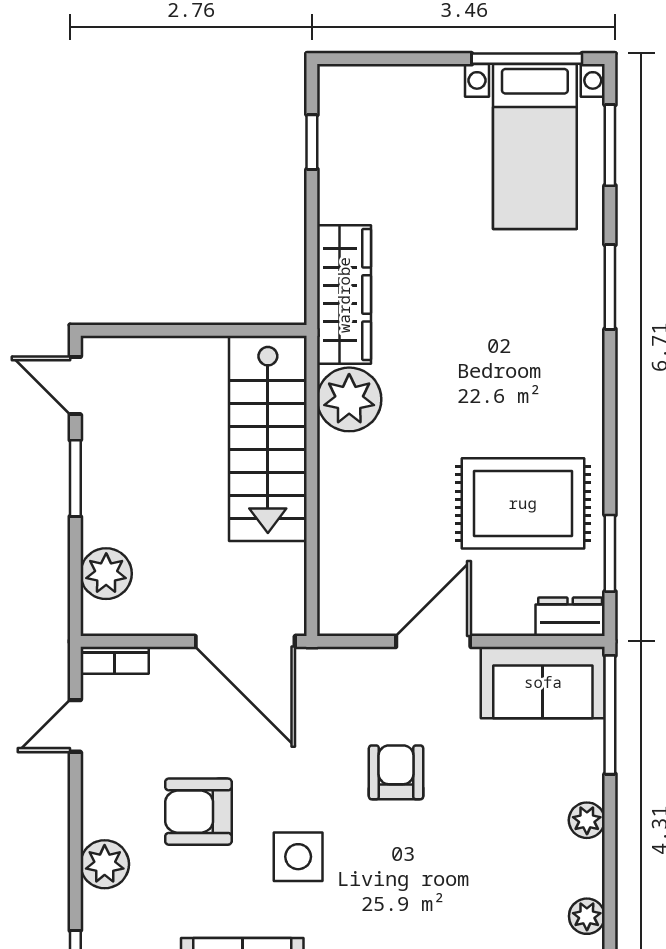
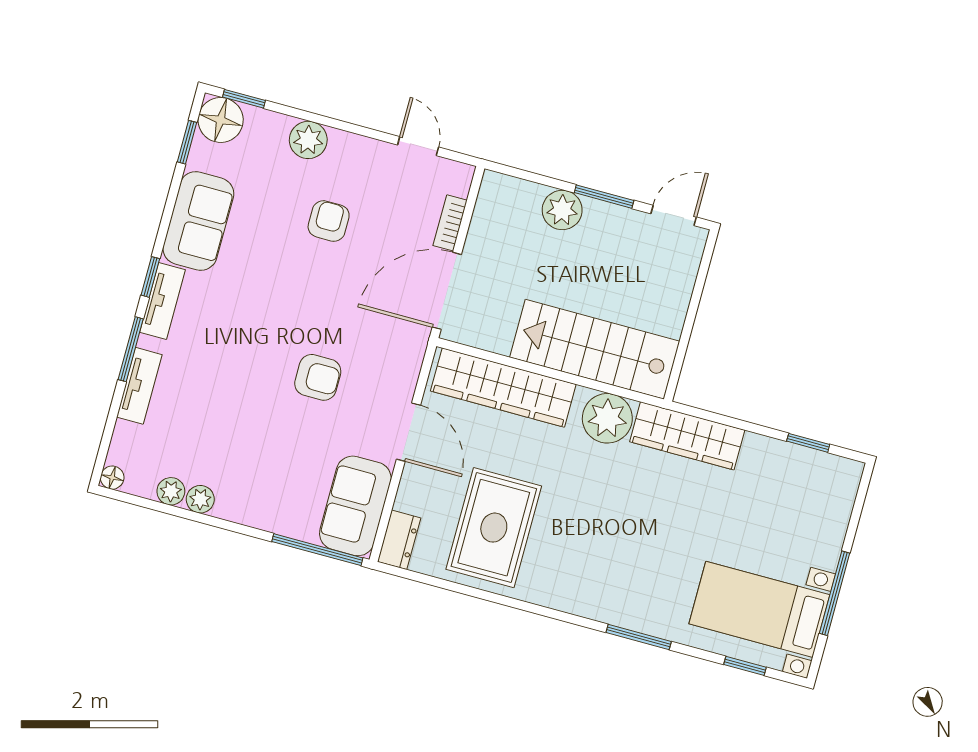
window: (527, 59) -> (835, 593), moved
window: (610, 145) -> (745, 666), width x0.67
wardrobe: (346, 539) -> (503, 388), added
window: (610, 553) -> (439, 583), removed
plant: (106, 574) -> (562, 210), moved
bookcase: (115, 660) -> (450, 223), moved
armchair: (198, 812) -> (329, 221), width x0.72, depth x0.72
plant: (587, 820) -> (200, 499), moved
side table: (298, 857) -> (274, 287), removed

